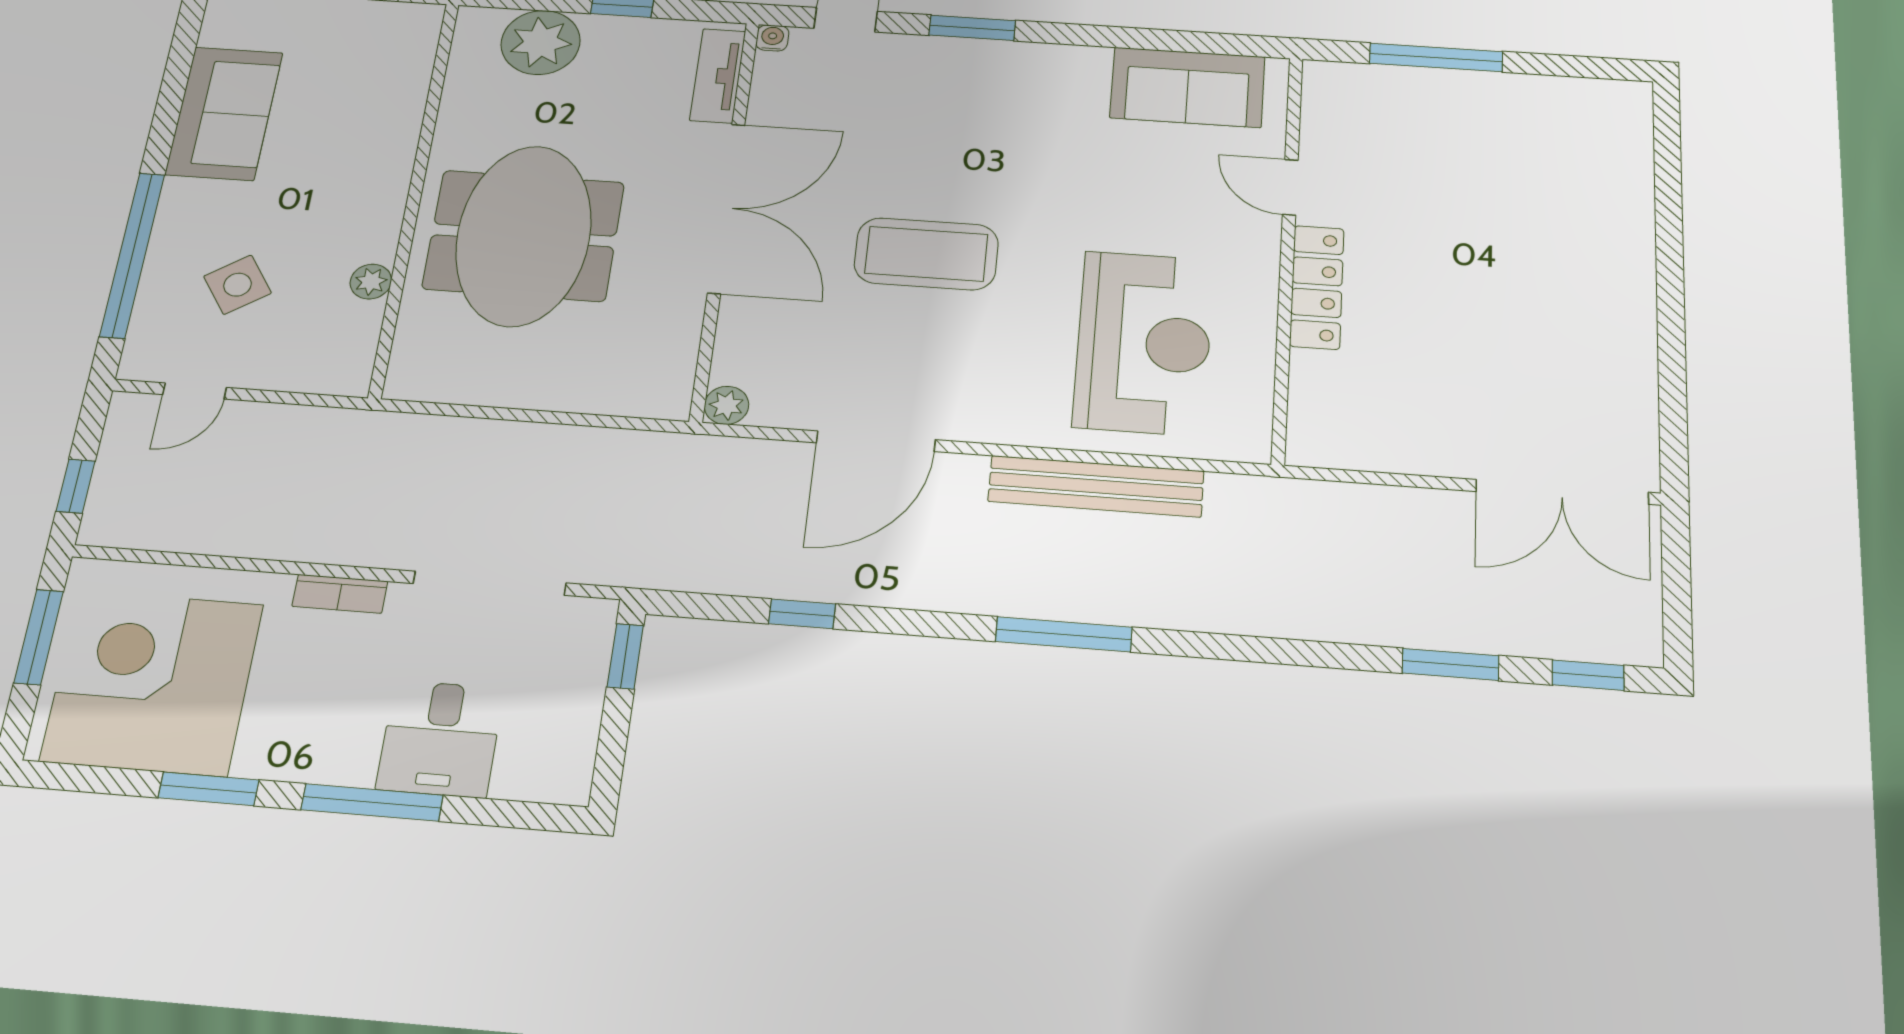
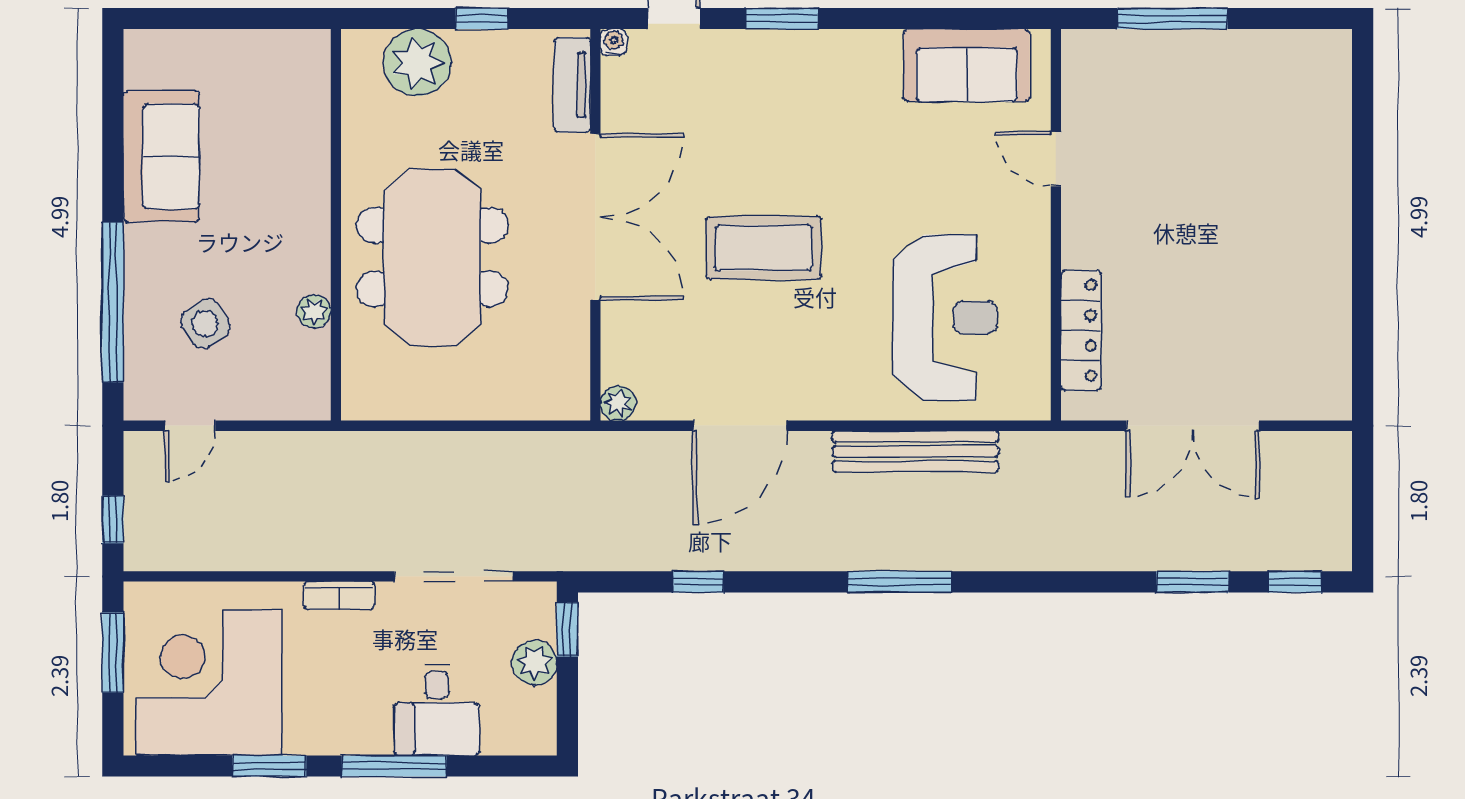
locker: (1317, 287) -> (1081, 330), moved
double door: (1562, 492) -> (1193, 426), moved
plant: (577, 692) -> (535, 663), added

